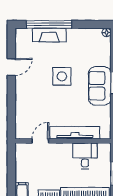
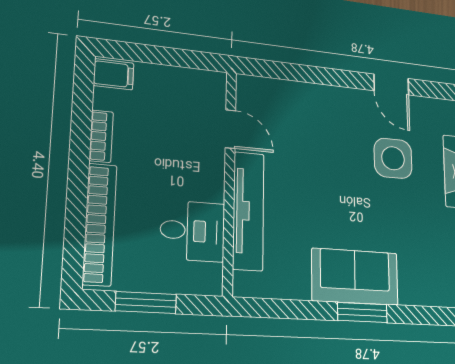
side table: (62, 76) -> (393, 158), moved

